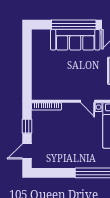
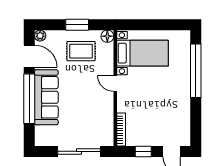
sliding door: (27, 69) -> (79, 151), added
door: (88, 101) -> (115, 83), swing flipped

